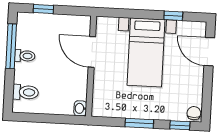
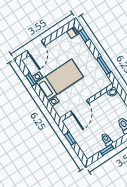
window: (43, 9) -> (70, 139), moved
window: (11, 46) -> (107, 150), width x0.46
window: (139, 123) -> (104, 66), moved

